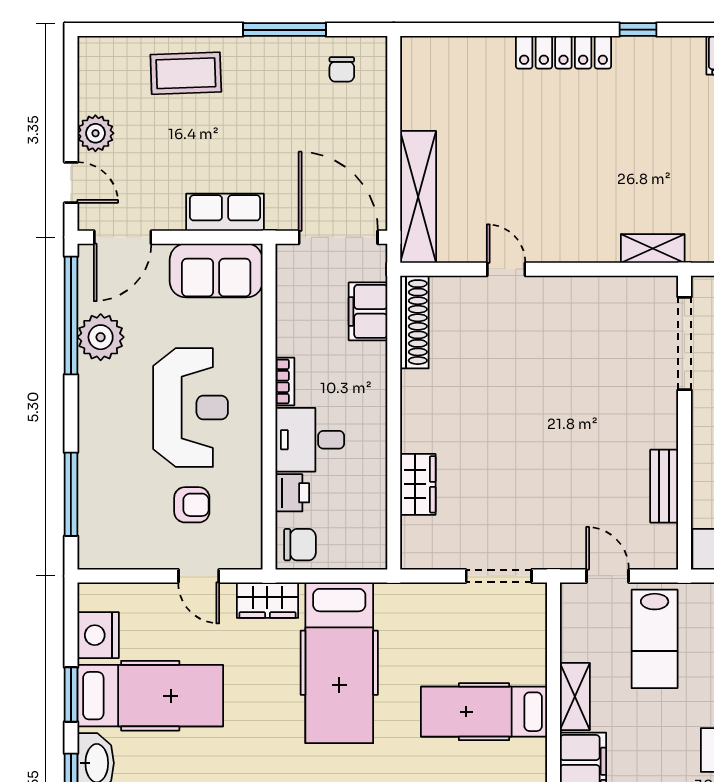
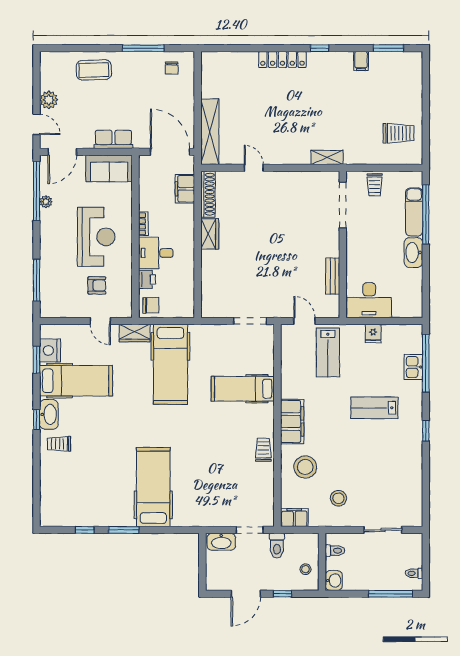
plant: (101, 337) -> (46, 202), width x0.53, depth x0.53
wardrobe: (418, 484) -> (210, 234), moved
window: (71, 694) -> (37, 360), moved
shelving: (575, 697) -> (288, 381), removed

